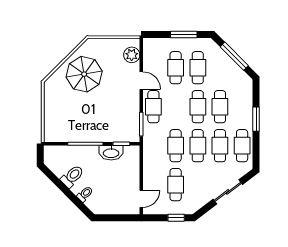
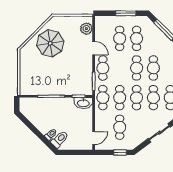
cafe table: (153, 146) -> (103, 98), added
washbasin: (111, 153) -> (83, 103), moved
toilet: (72, 176) -> (60, 139), moved

